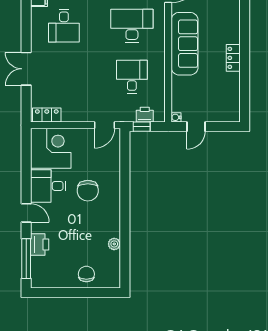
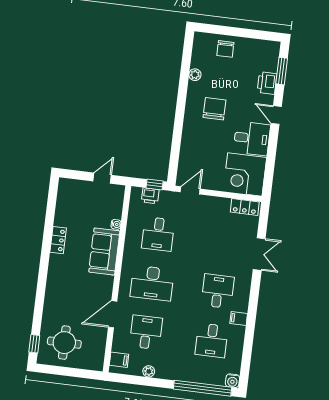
sofa: (185, 44) -> (104, 251), width x0.73
water cooler: (176, 117) -> (116, 224), moved
chair: (88, 191) -> (214, 109), moved
window: (26, 259) -> (282, 71), width x0.69

